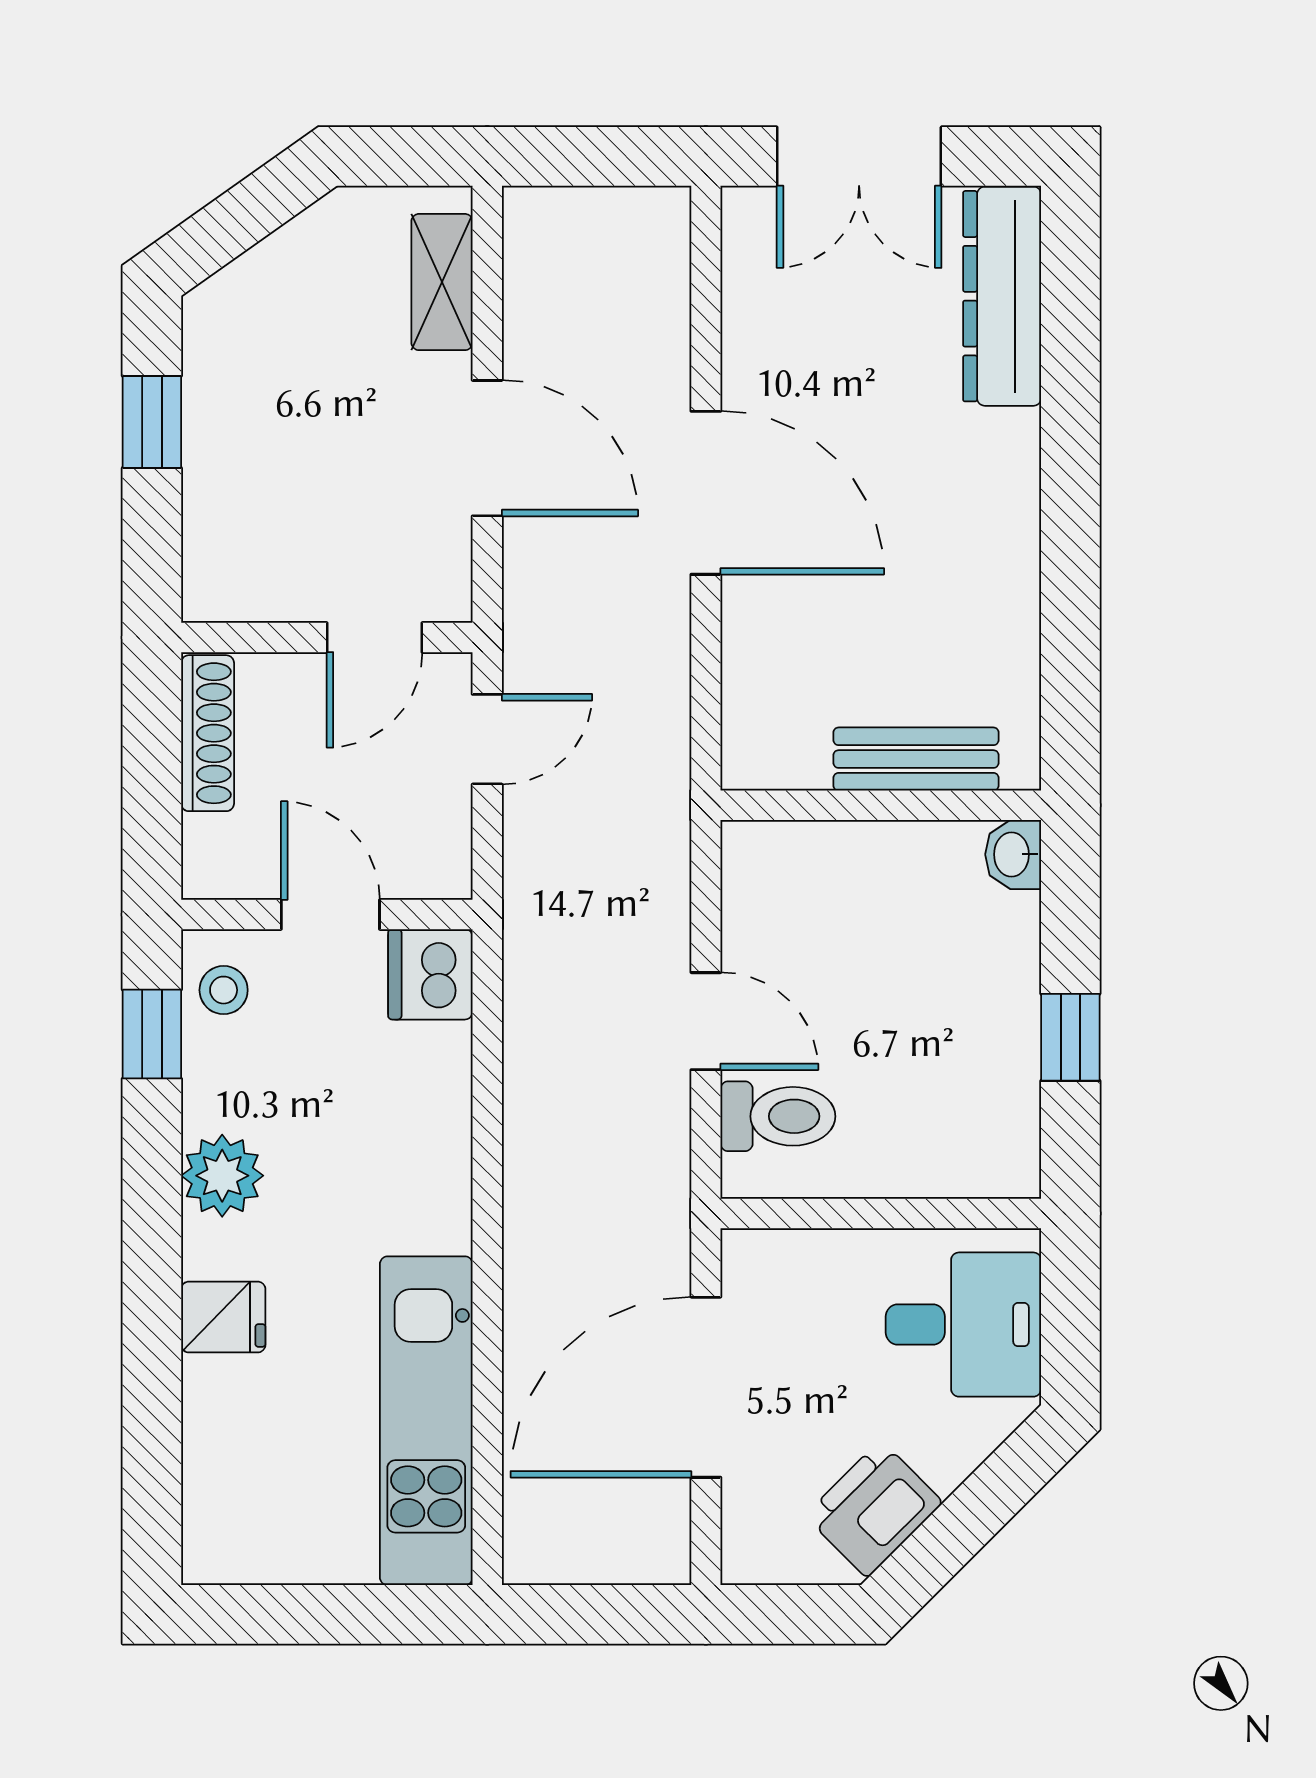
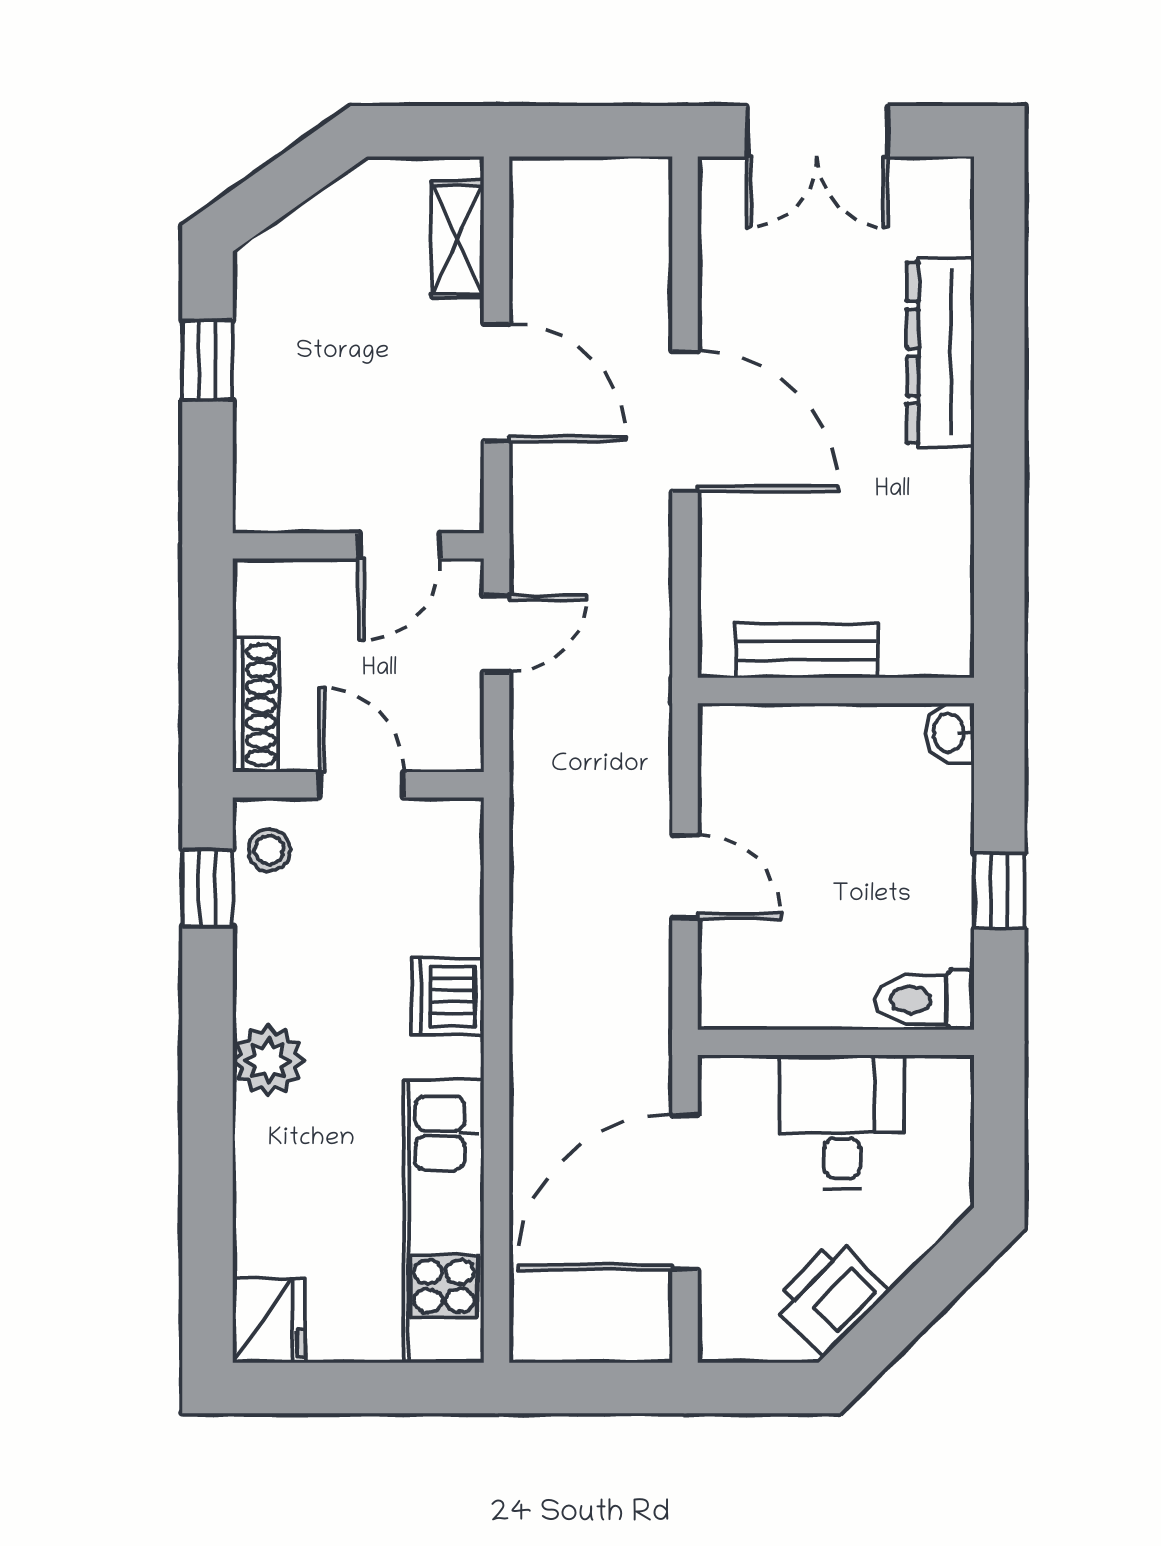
dresser: (1002, 296) -> (940, 353), moved
shoe rack: (208, 733) -> (255, 705), moved
bench: (916, 759) -> (807, 651), moved
dishwasher: (430, 974) -> (447, 996), moved
toilet: (778, 1116) -> (924, 1000), moved, turned 180
plant: (222, 1176) -> (268, 1061), moved
fridge: (223, 1317) -> (269, 1321), moved, width x1.38
desk: (963, 1325) -> (842, 1122), moved, turned -90

